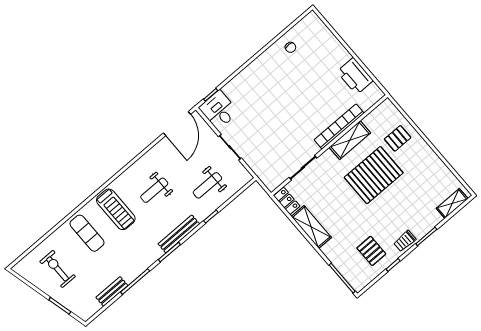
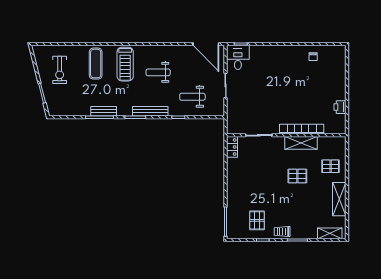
printer: (355, 76) -> (340, 107), width x0.53, depth x0.68
door: (177, 124) -> (206, 44), hinge flipped
pallet: (374, 175) -> (297, 176), width x0.49, depth x0.50
shelving: (311, 227) -> (339, 199), moved
exercise bike: (58, 269) -> (60, 70), turned 180
bench: (112, 291) -> (104, 111), moved

